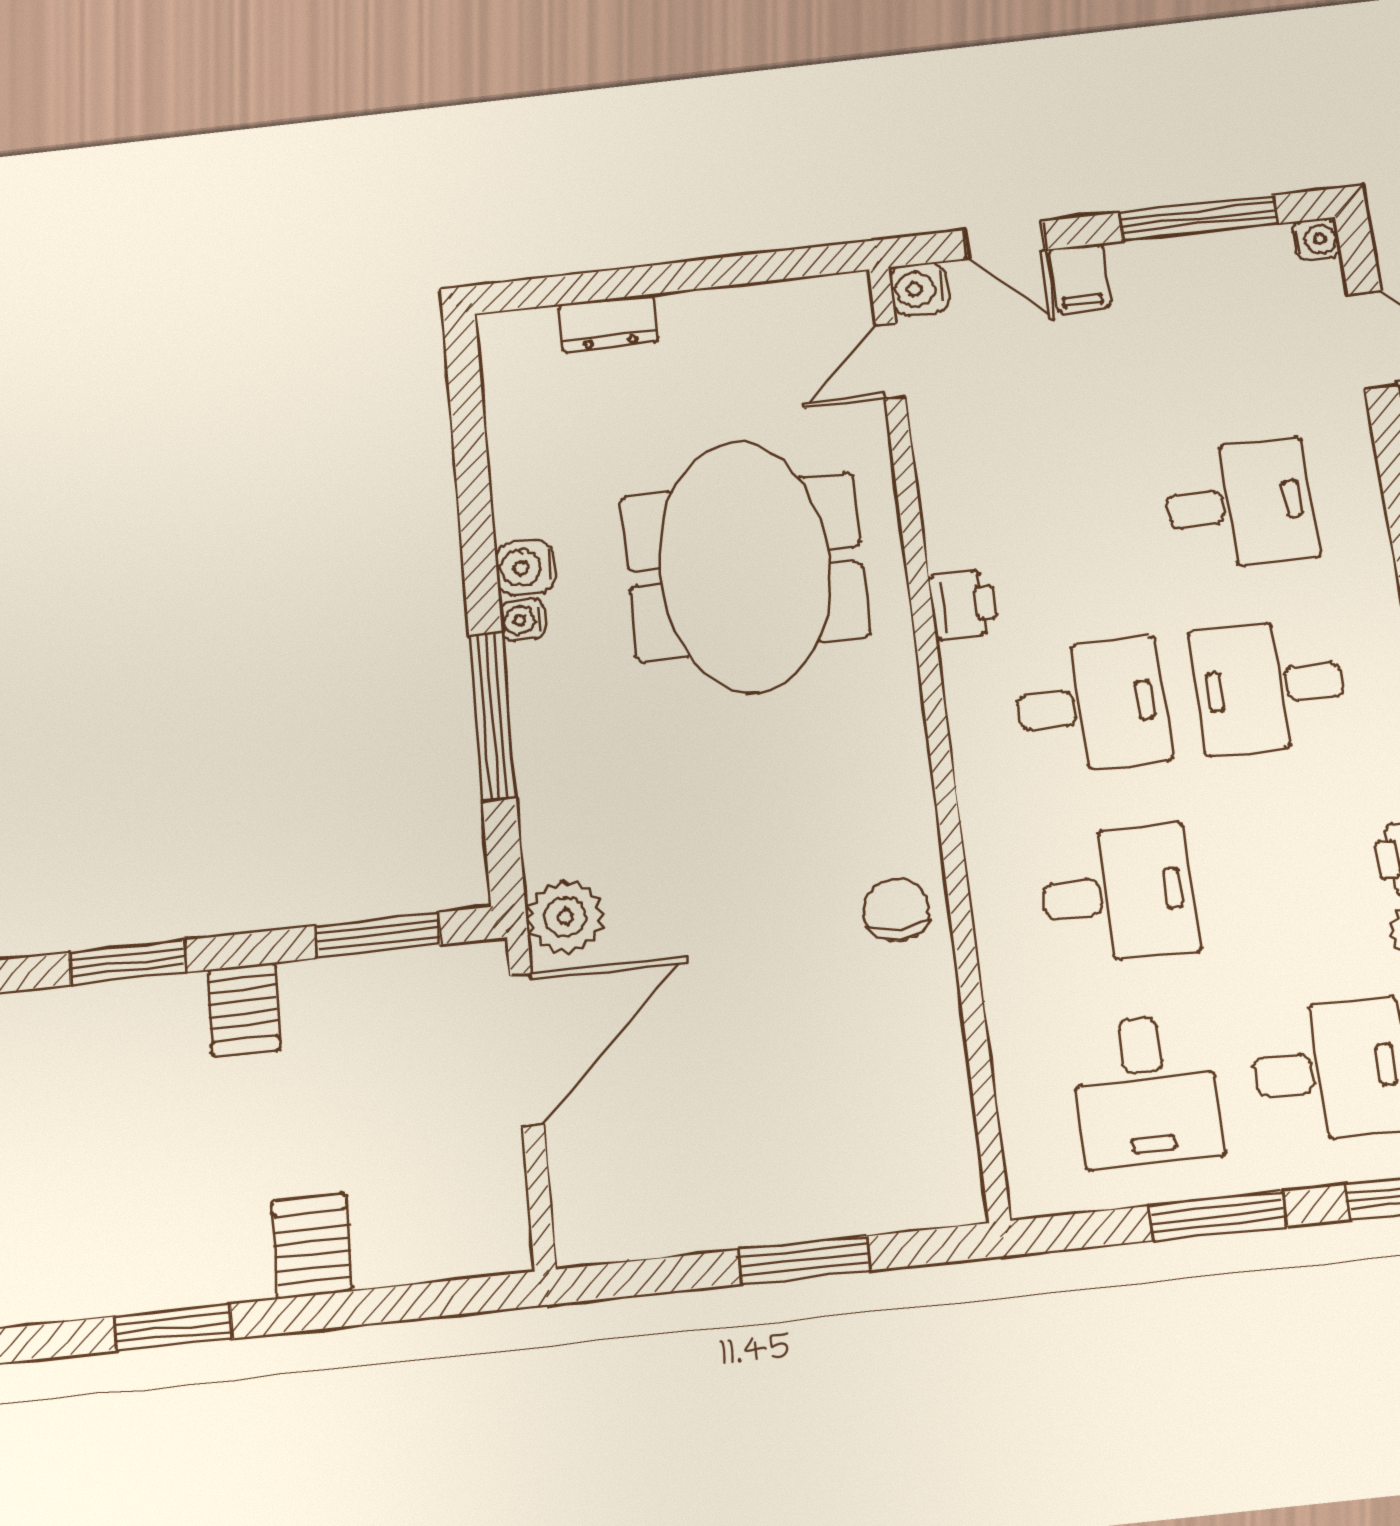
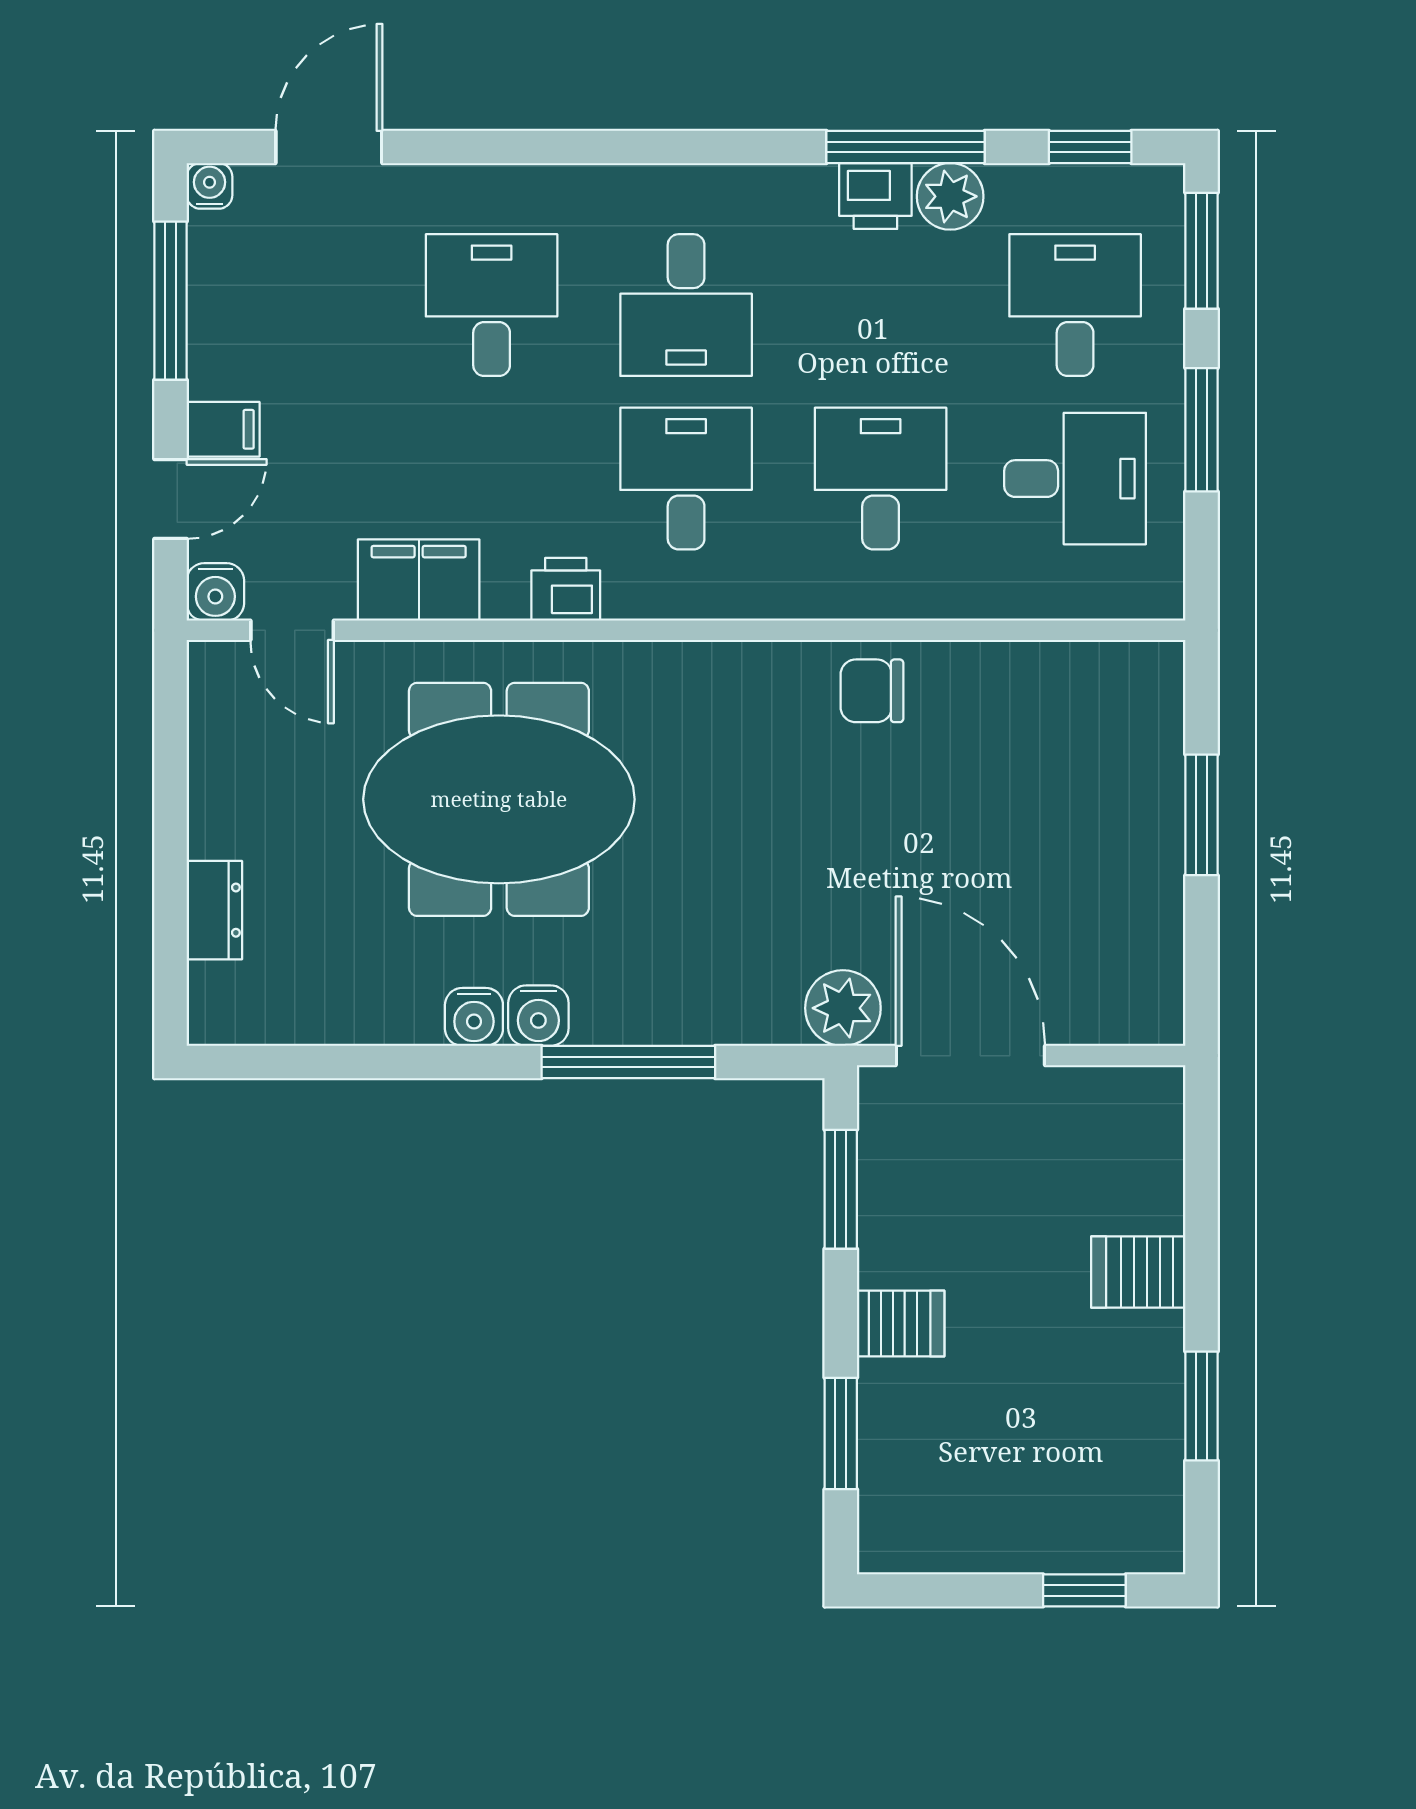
filing cabinet: (955, 469) -> (419, 580), added
water cooler: (523, 620) -> (538, 1016), width x1.38, depth x1.38

